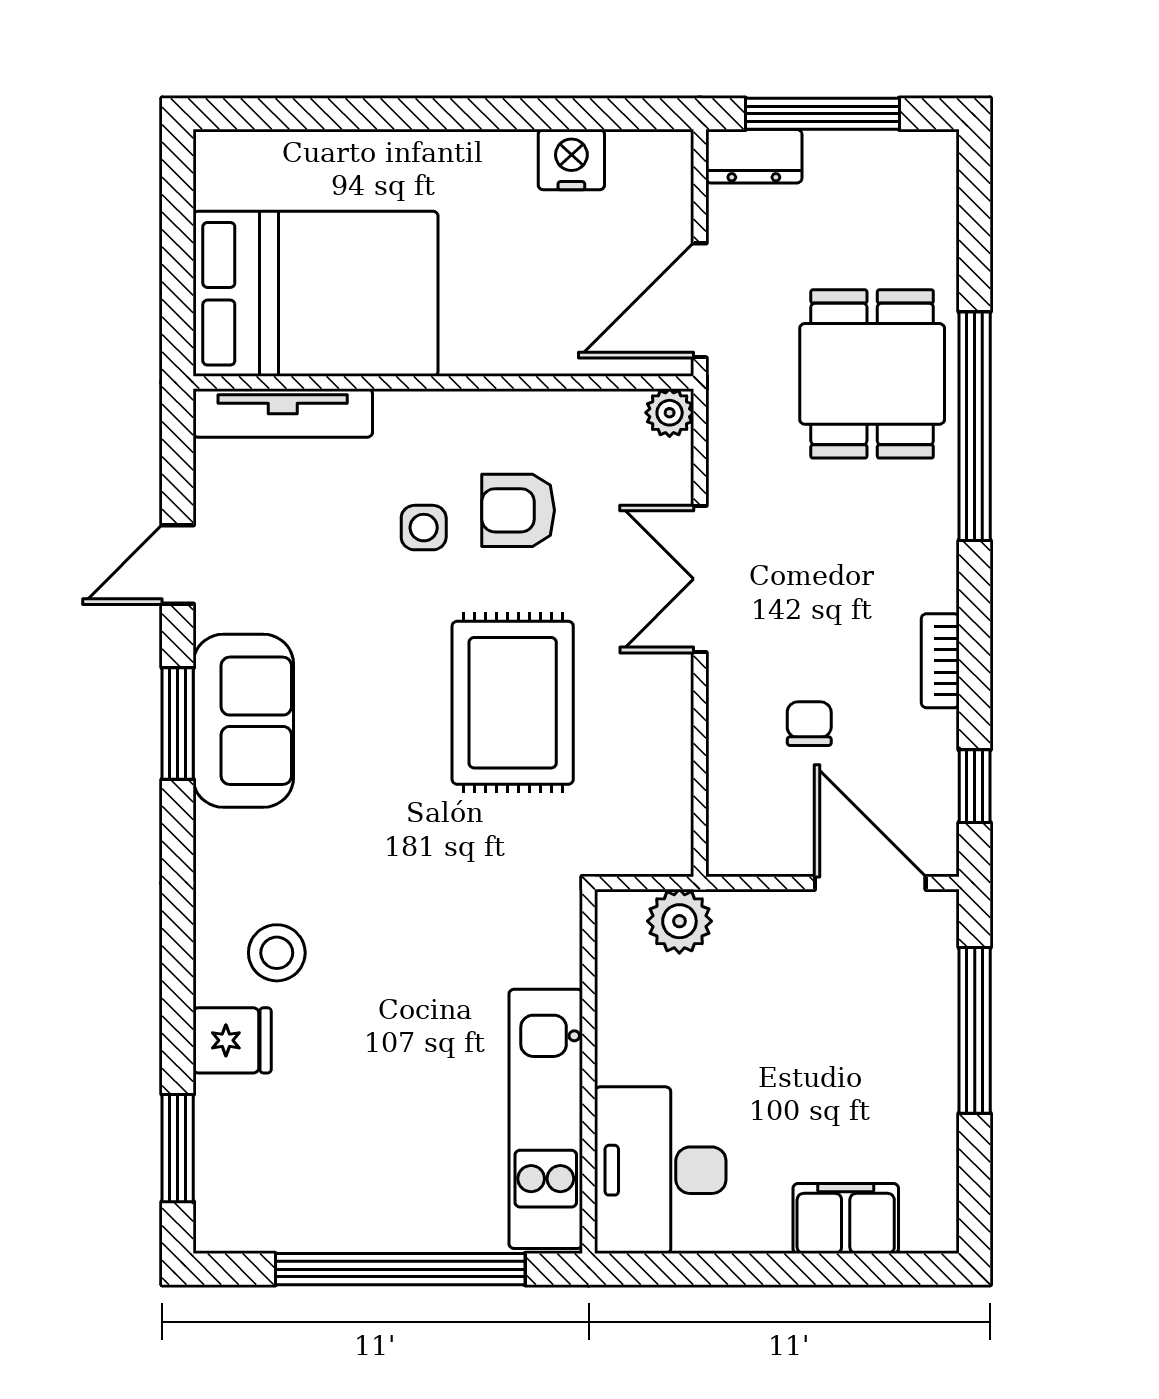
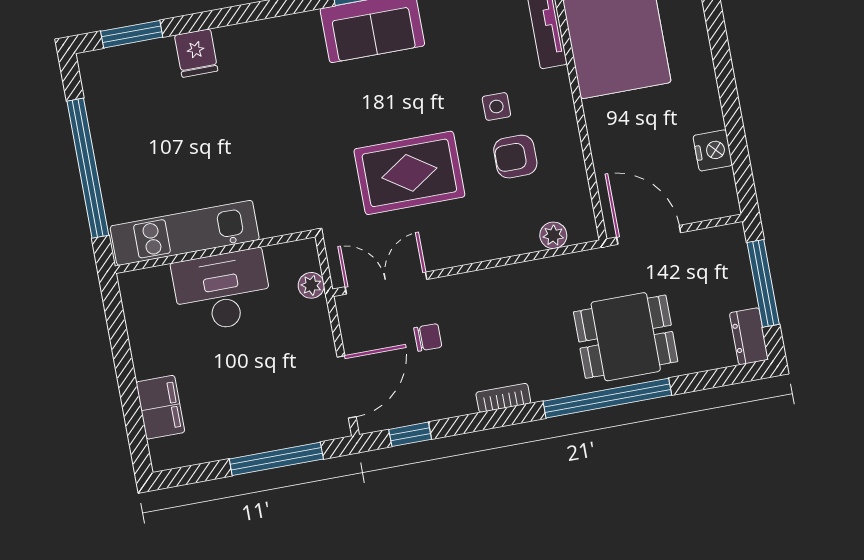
dresser: (754, 156) -> (749, 336), moved
plant: (670, 413) -> (553, 235), moved
armchair: (518, 510) -> (515, 157), turned -90
double door: (700, 579) -> (386, 283), moved
bookcase: (940, 661) -> (503, 398), moved
plant: (679, 921) -> (311, 285), width x0.73, depth x0.73
stool: (277, 953) -> (249, 69), removed
desk: (660, 1170) -> (222, 291), moved

